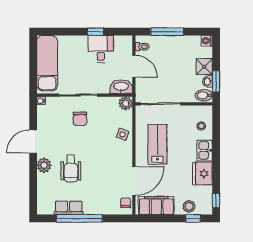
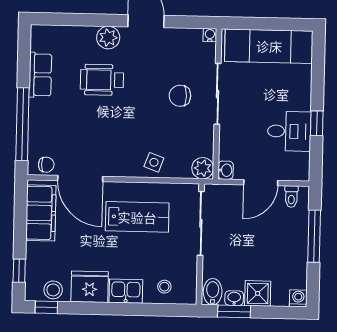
washbasin: (121, 87) -> (226, 170), width x0.52, depth x0.69
stool: (189, 206) -> (53, 290), moved
window: (79, 218) -> (22, 124), moved

